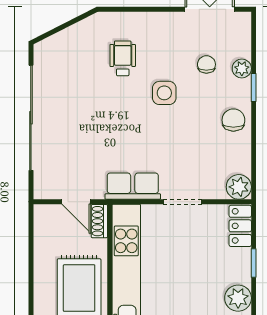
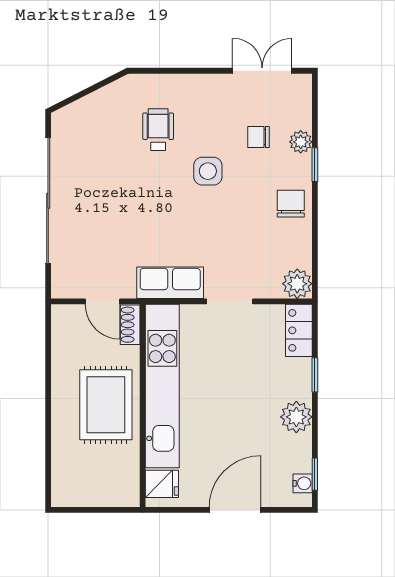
chair: (206, 64) -> (258, 137), turned -90

